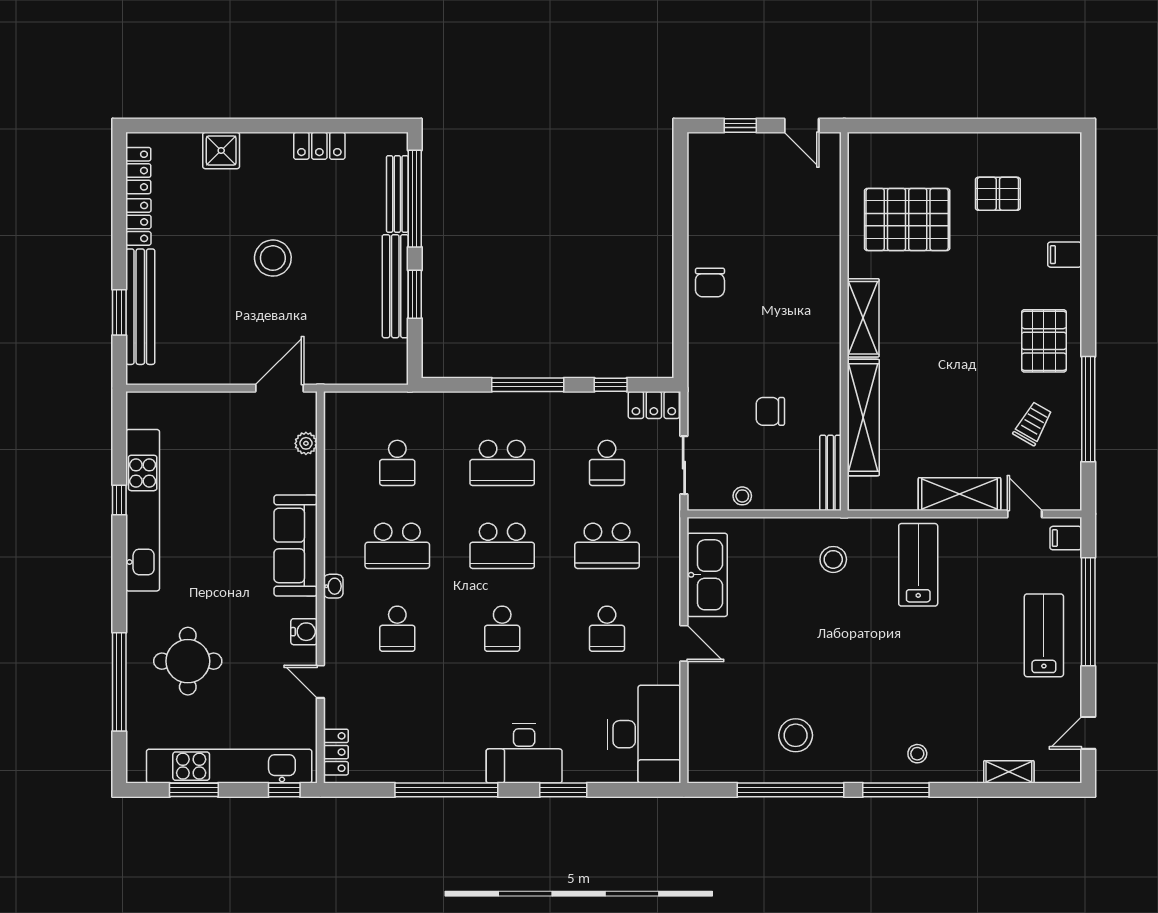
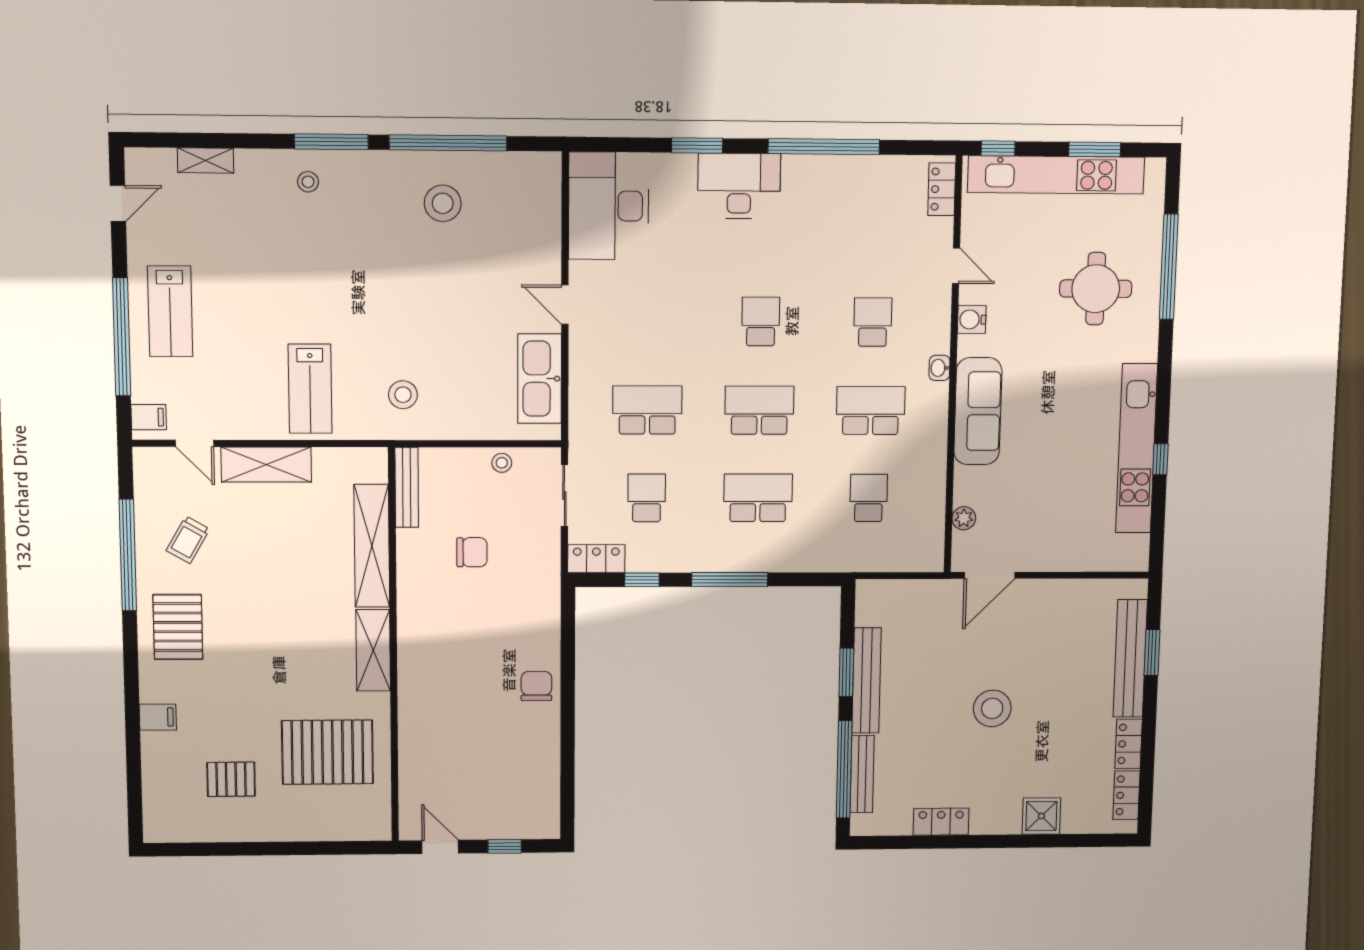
school desk: (607, 629) -> (648, 321), removed

